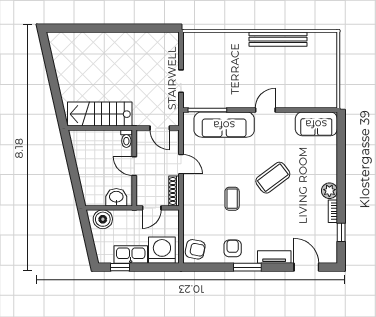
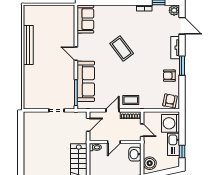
plant: (329, 191) -> (174, 10), moved
coffee table: (232, 199) -> (131, 100), moved
door: (306, 267) -> (182, 26), swing flipped

